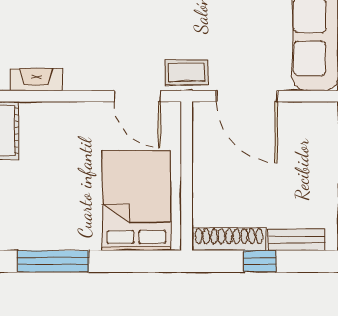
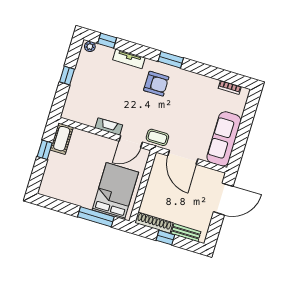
fireplace: (36, 80) -> (109, 127), moved
door: (137, 96) -> (131, 142), hinge flipped
window: (53, 261) -> (96, 217), moved

